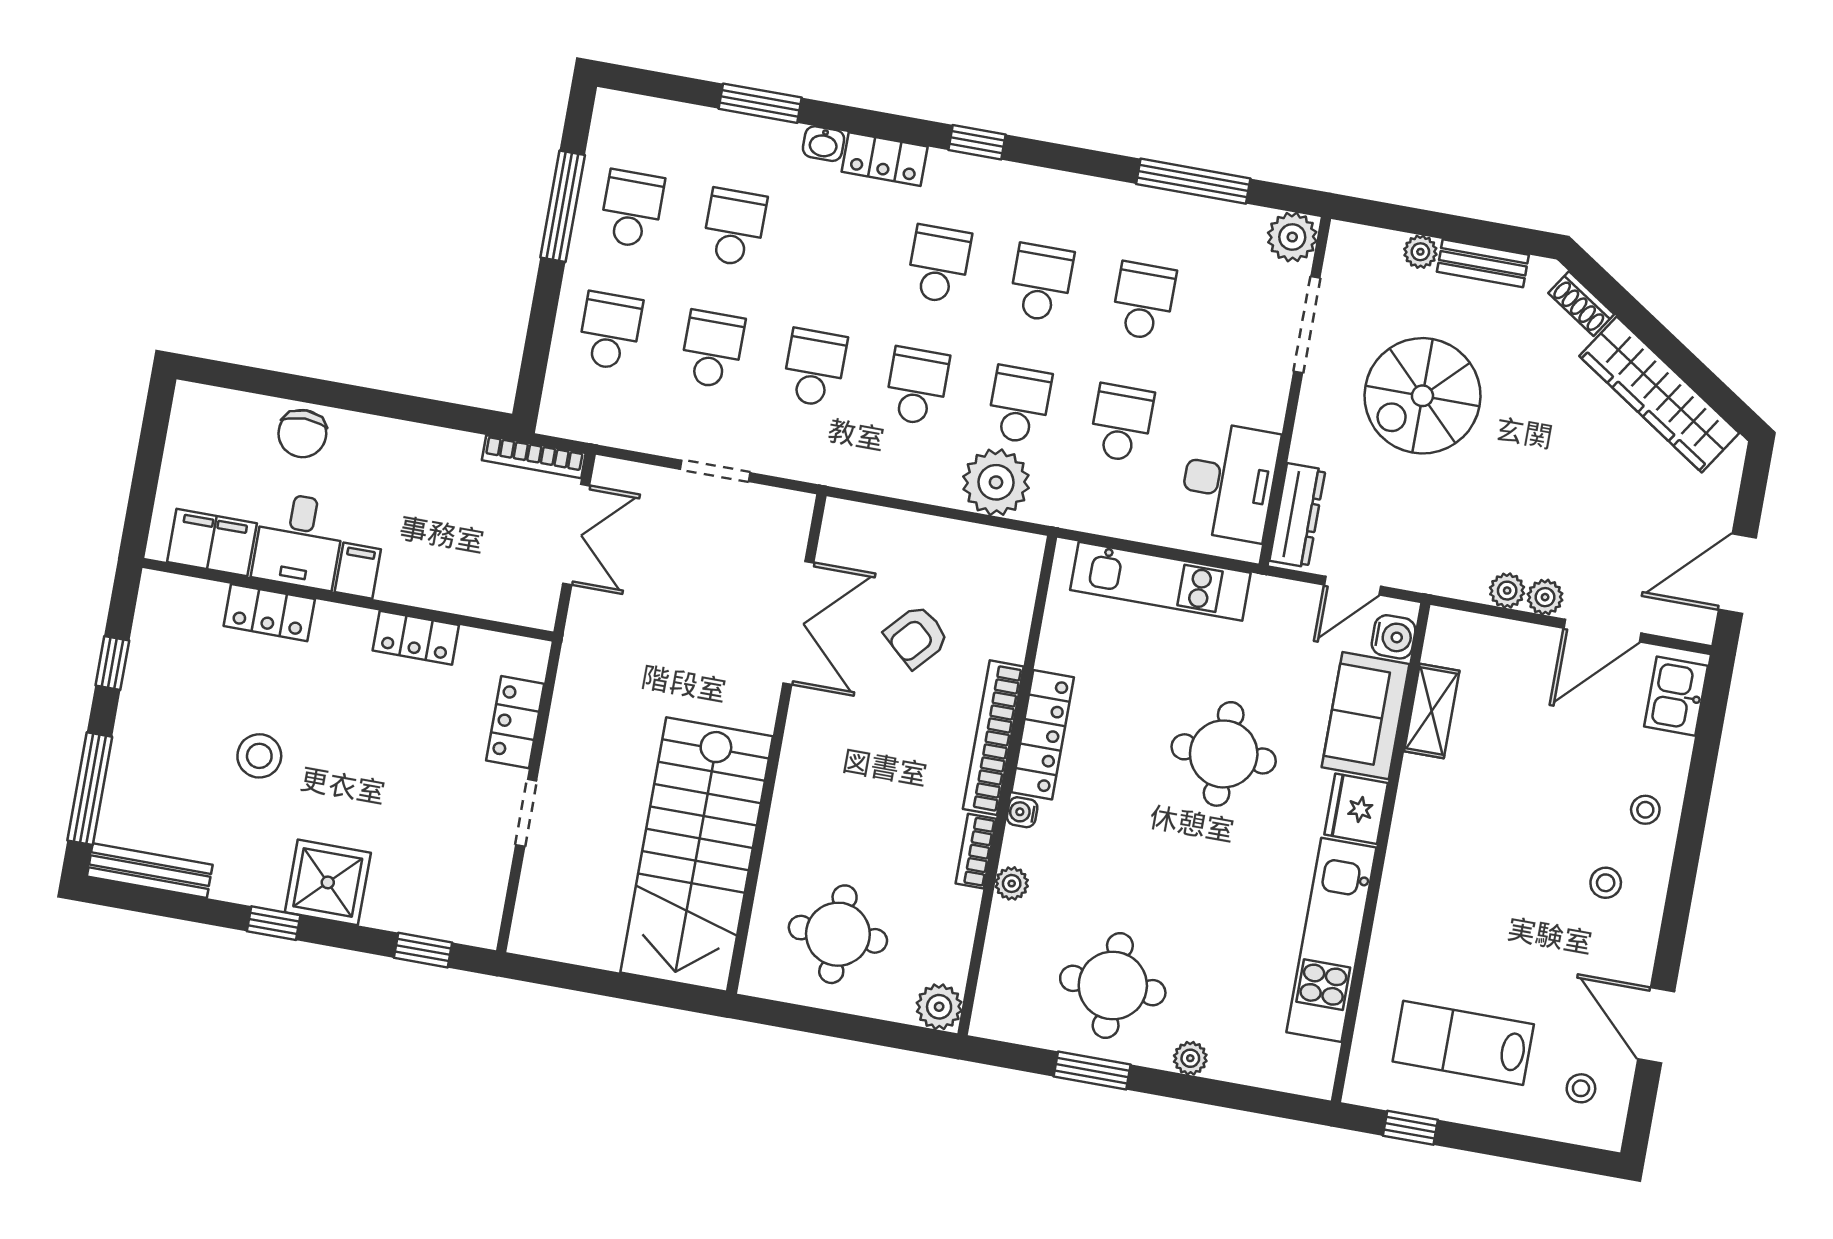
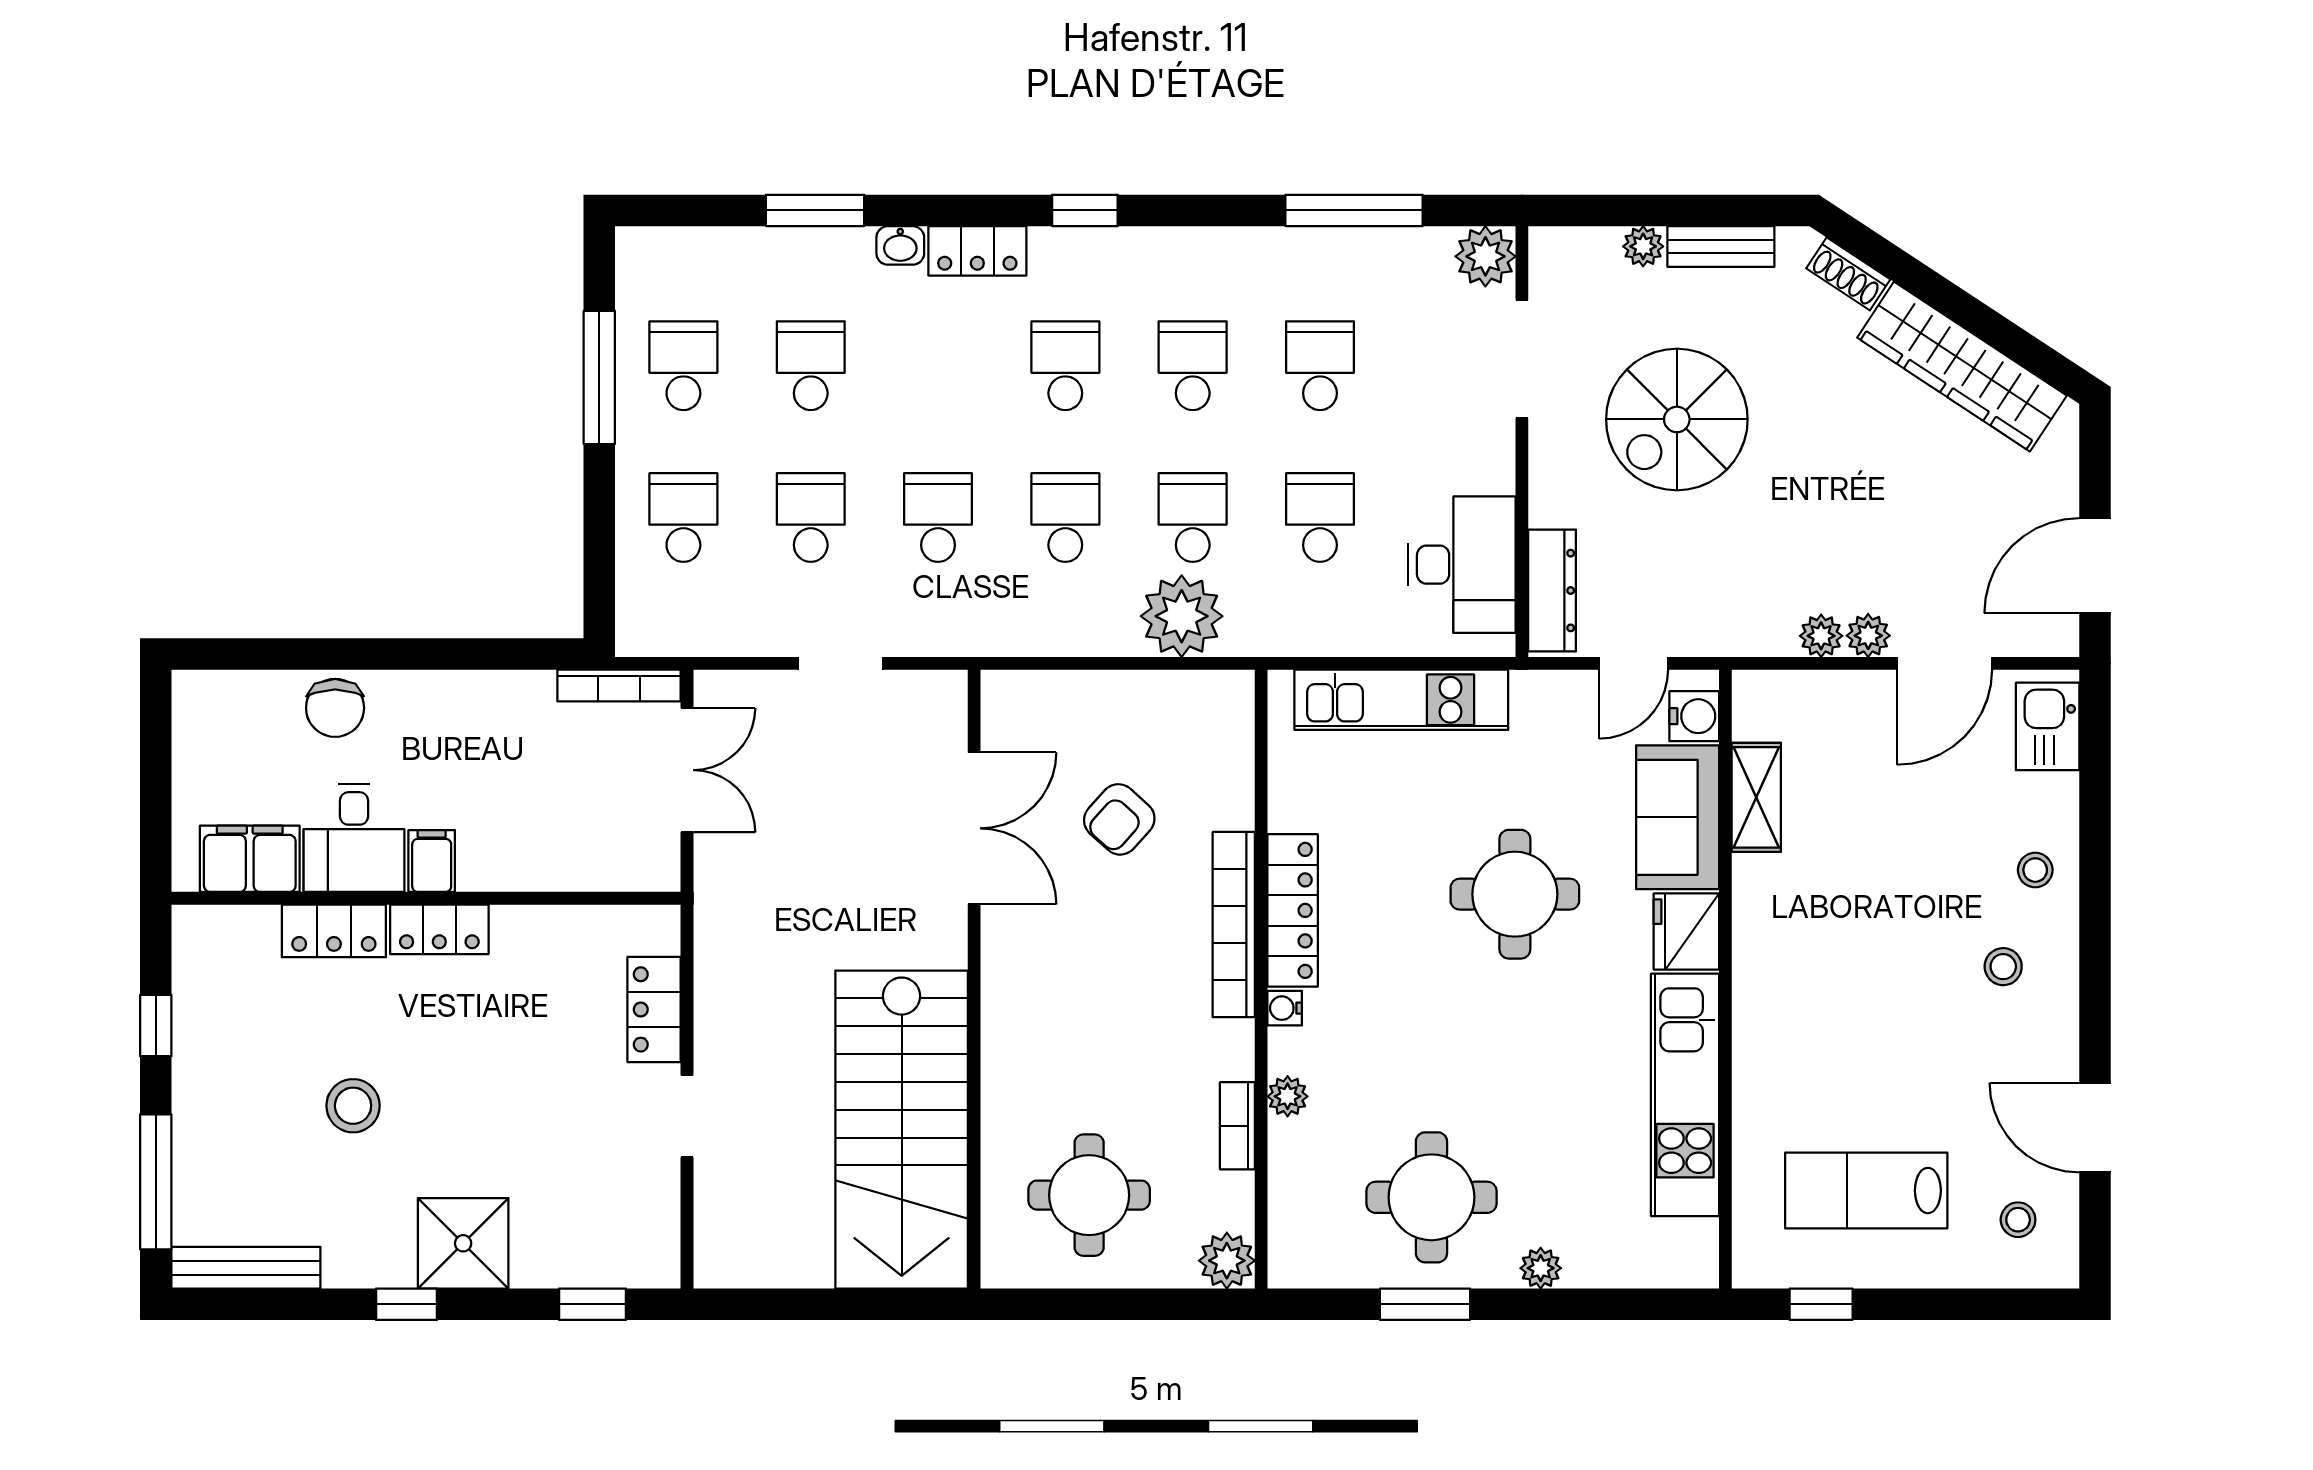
locker: (416, 638) -> (439, 929), moved
bookcase: (976, 851) -> (1237, 1126), moved

